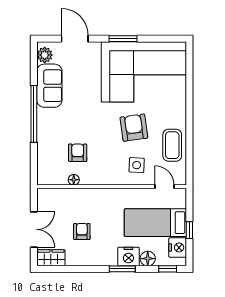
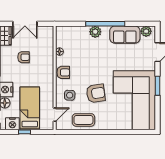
plant: (45, 128) -> (95, 32), added
armchair: (78, 153) -> (63, 72), moved

